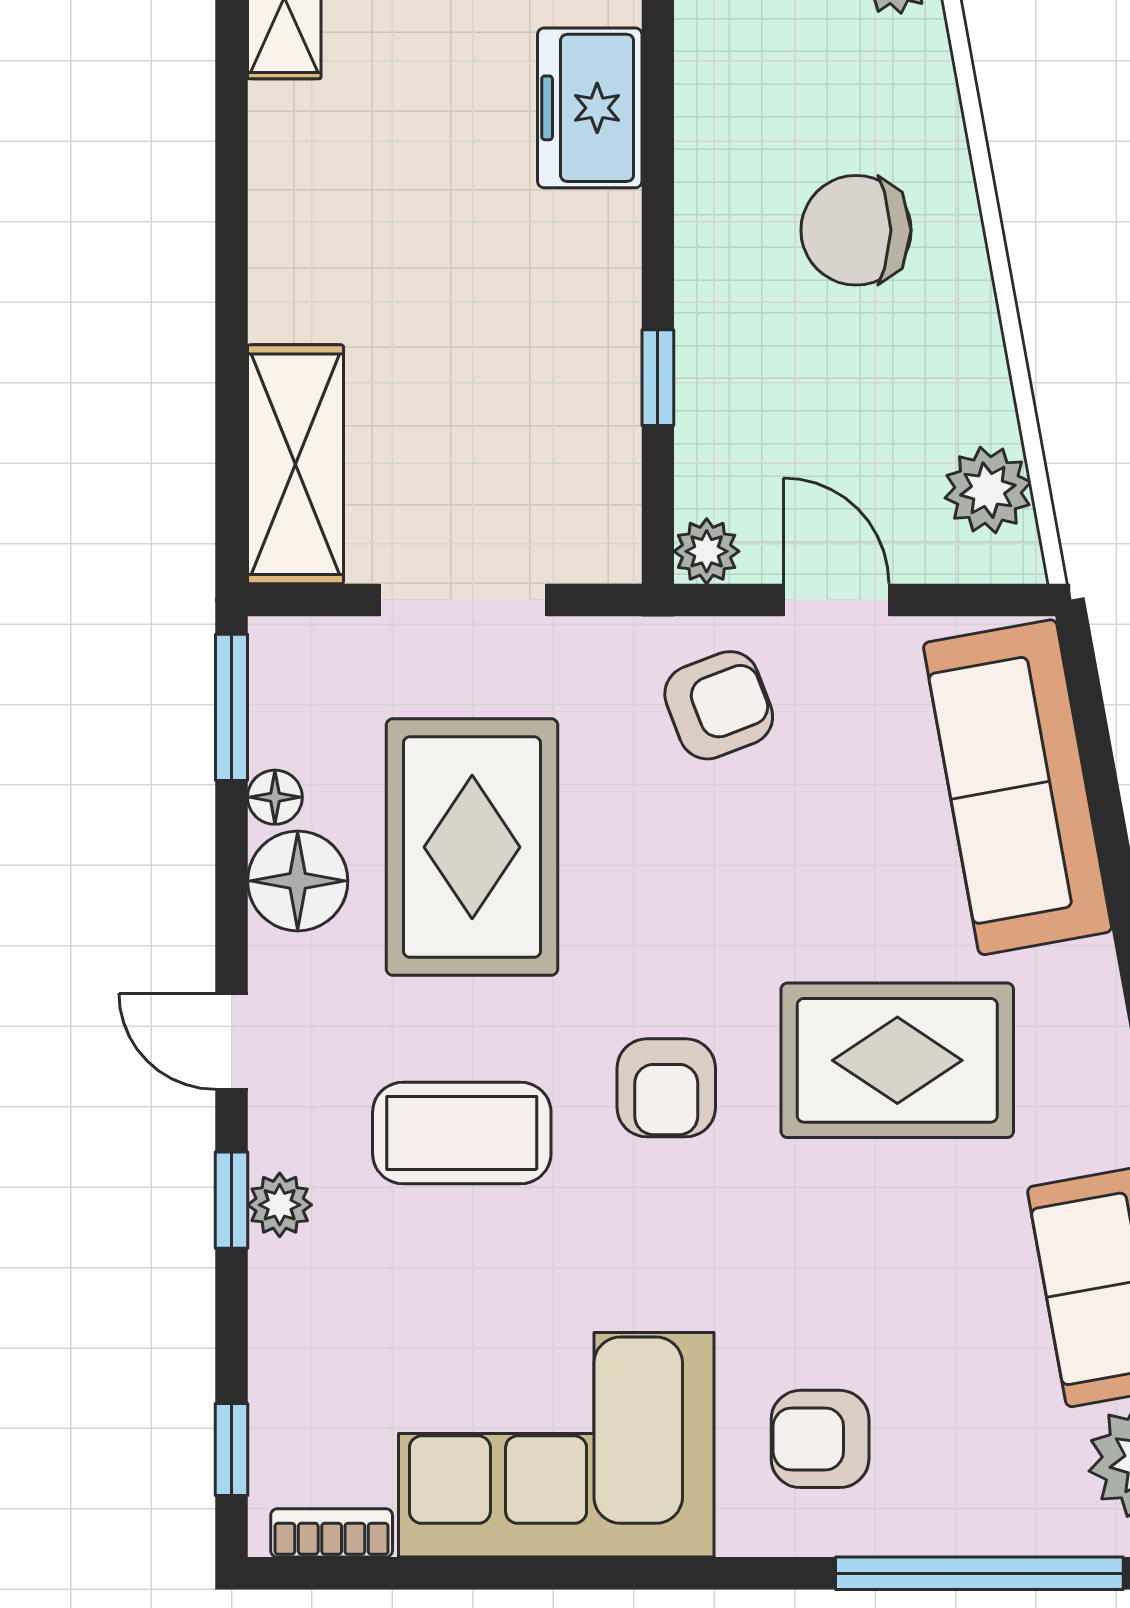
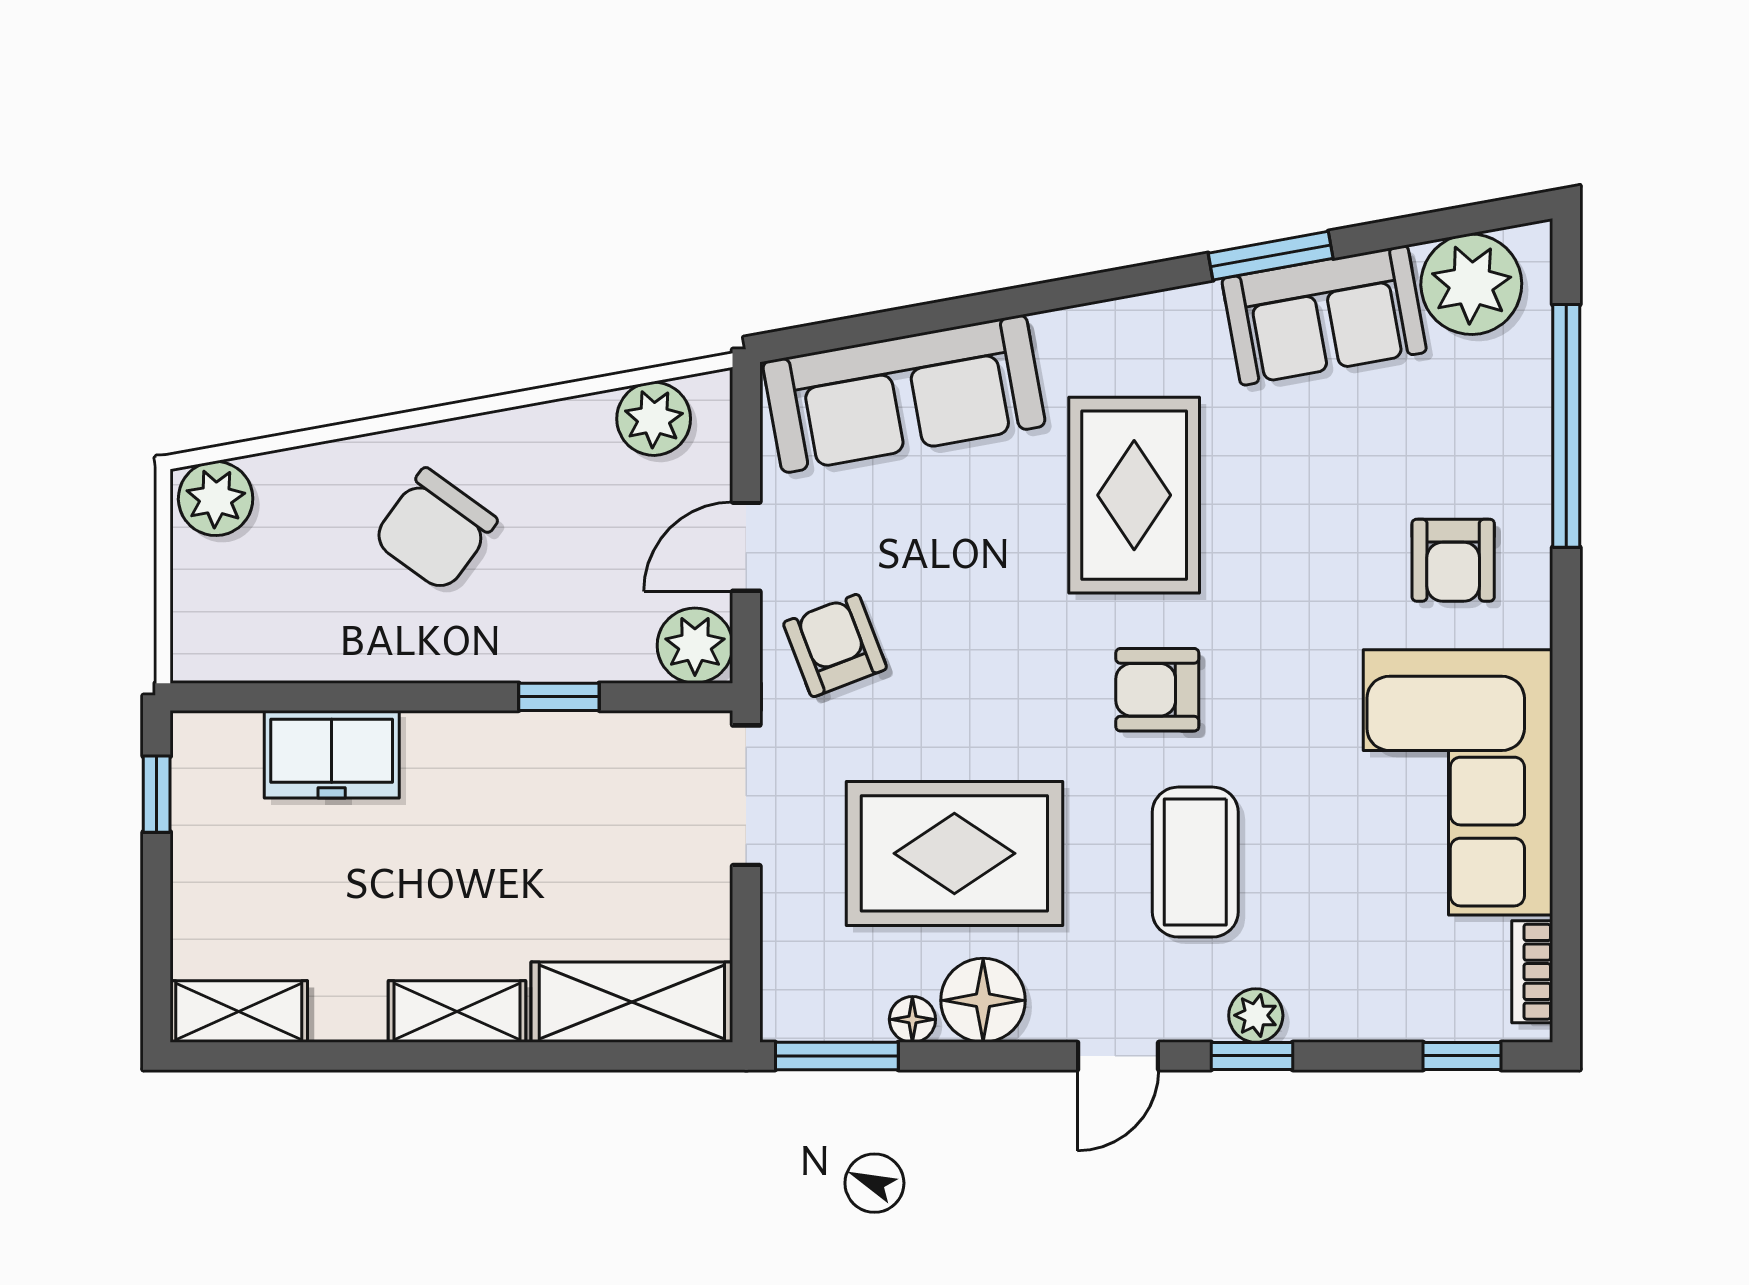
chair: (856, 230) -> (435, 530), turned 36
shelving: (284, 257) -> (457, 1012), added
plant: (707, 551) -> (695, 646), width x1.38, depth x1.38
doorway: (463, 600) -> (746, 795), moved
armchair: (666, 1088) -> (1157, 690), turned 180

